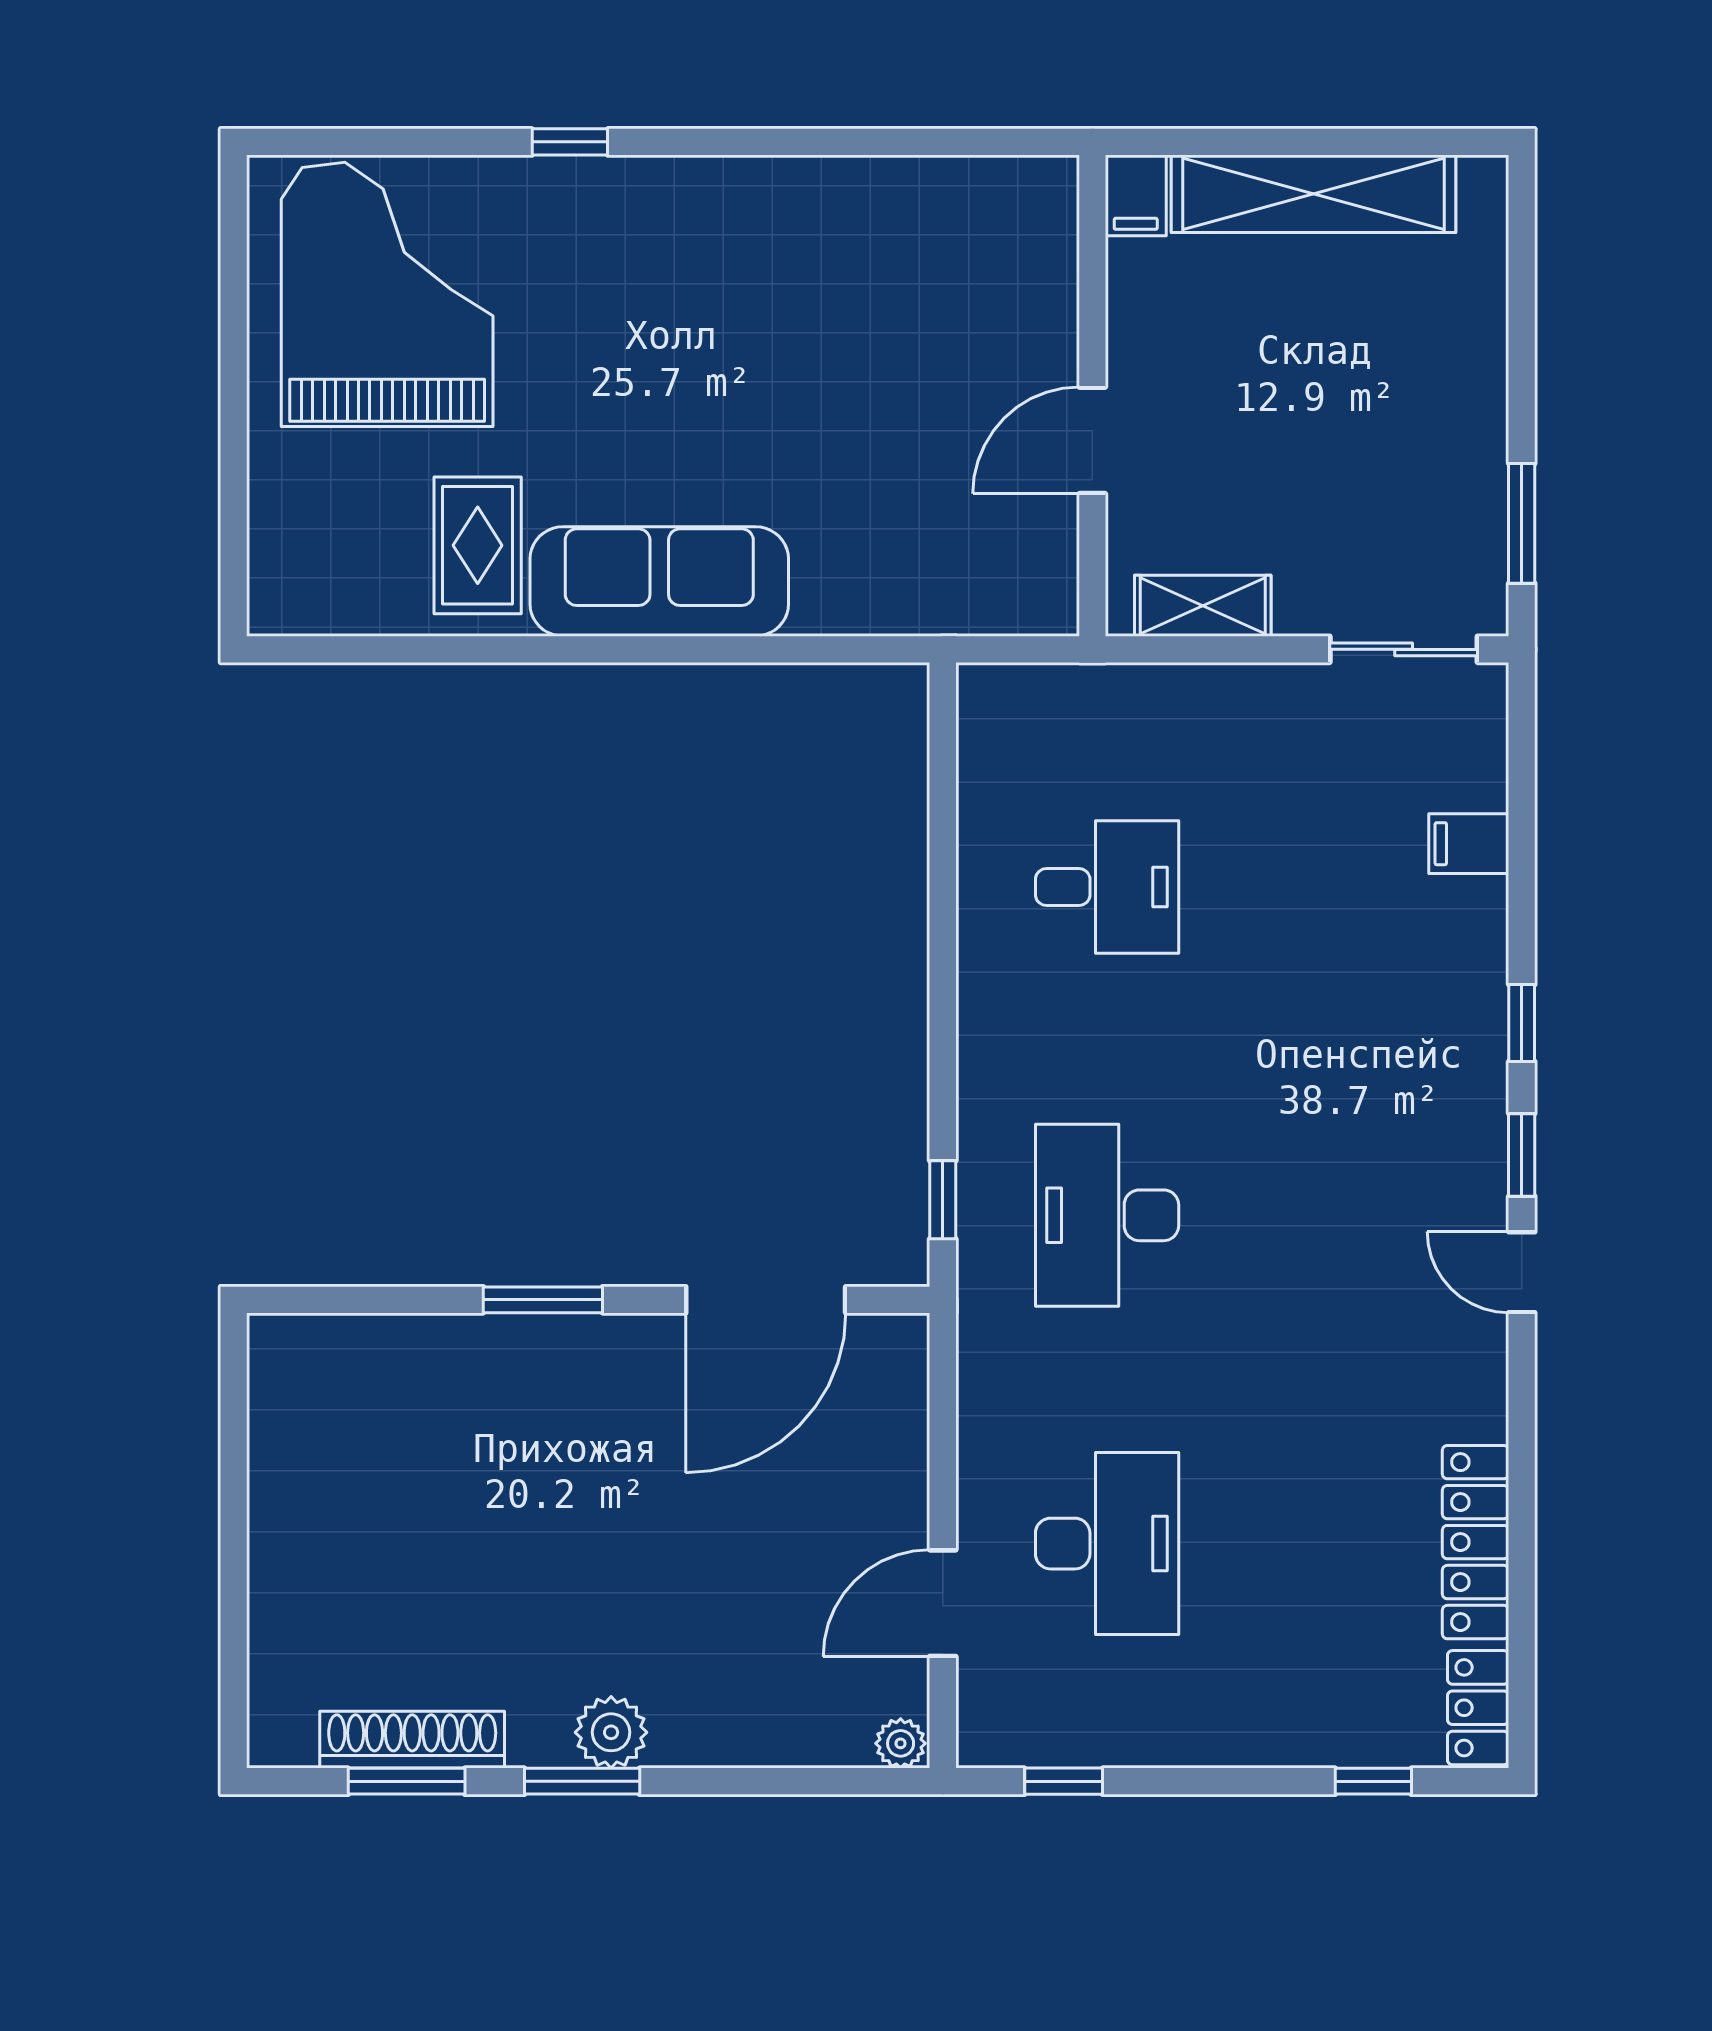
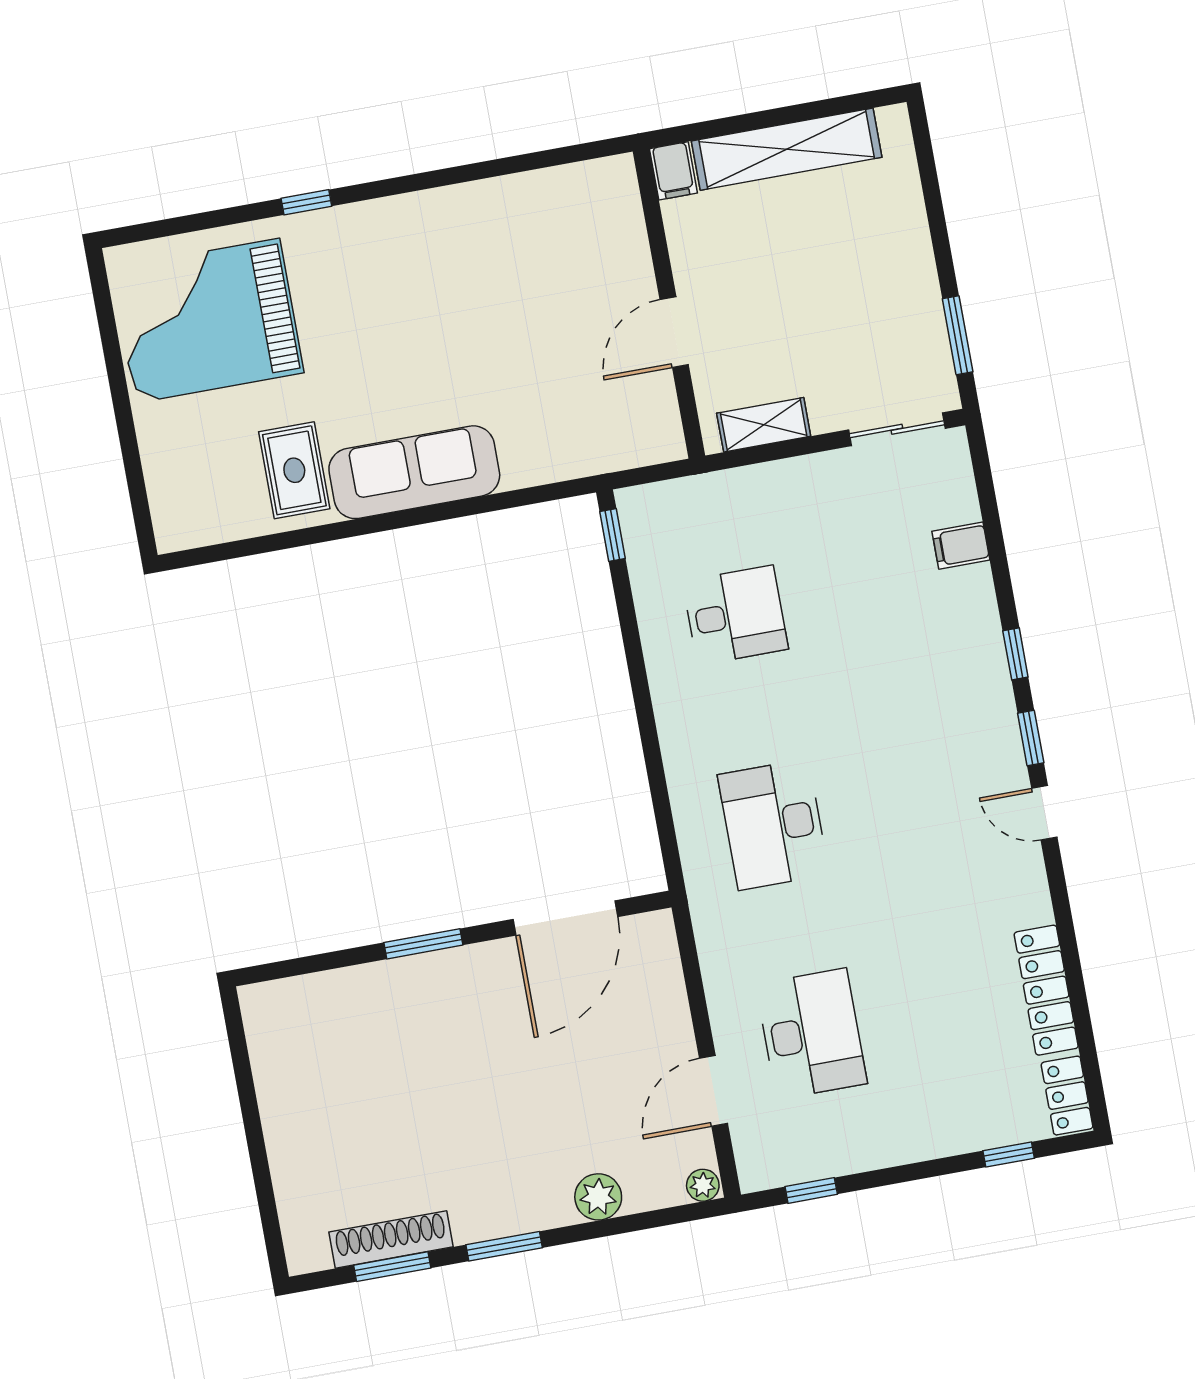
grand piano: (387, 294) -> (208, 321), turned -90
window: (943, 1200) -> (612, 535), moved
plant: (611, 1732) -> (598, 1197), moved

